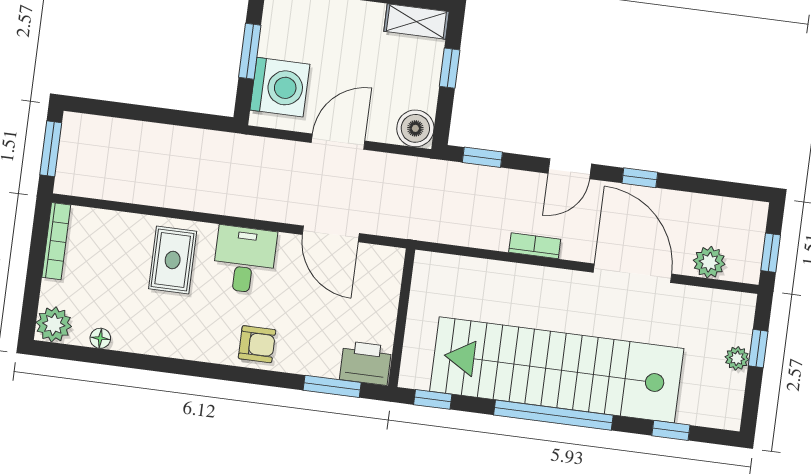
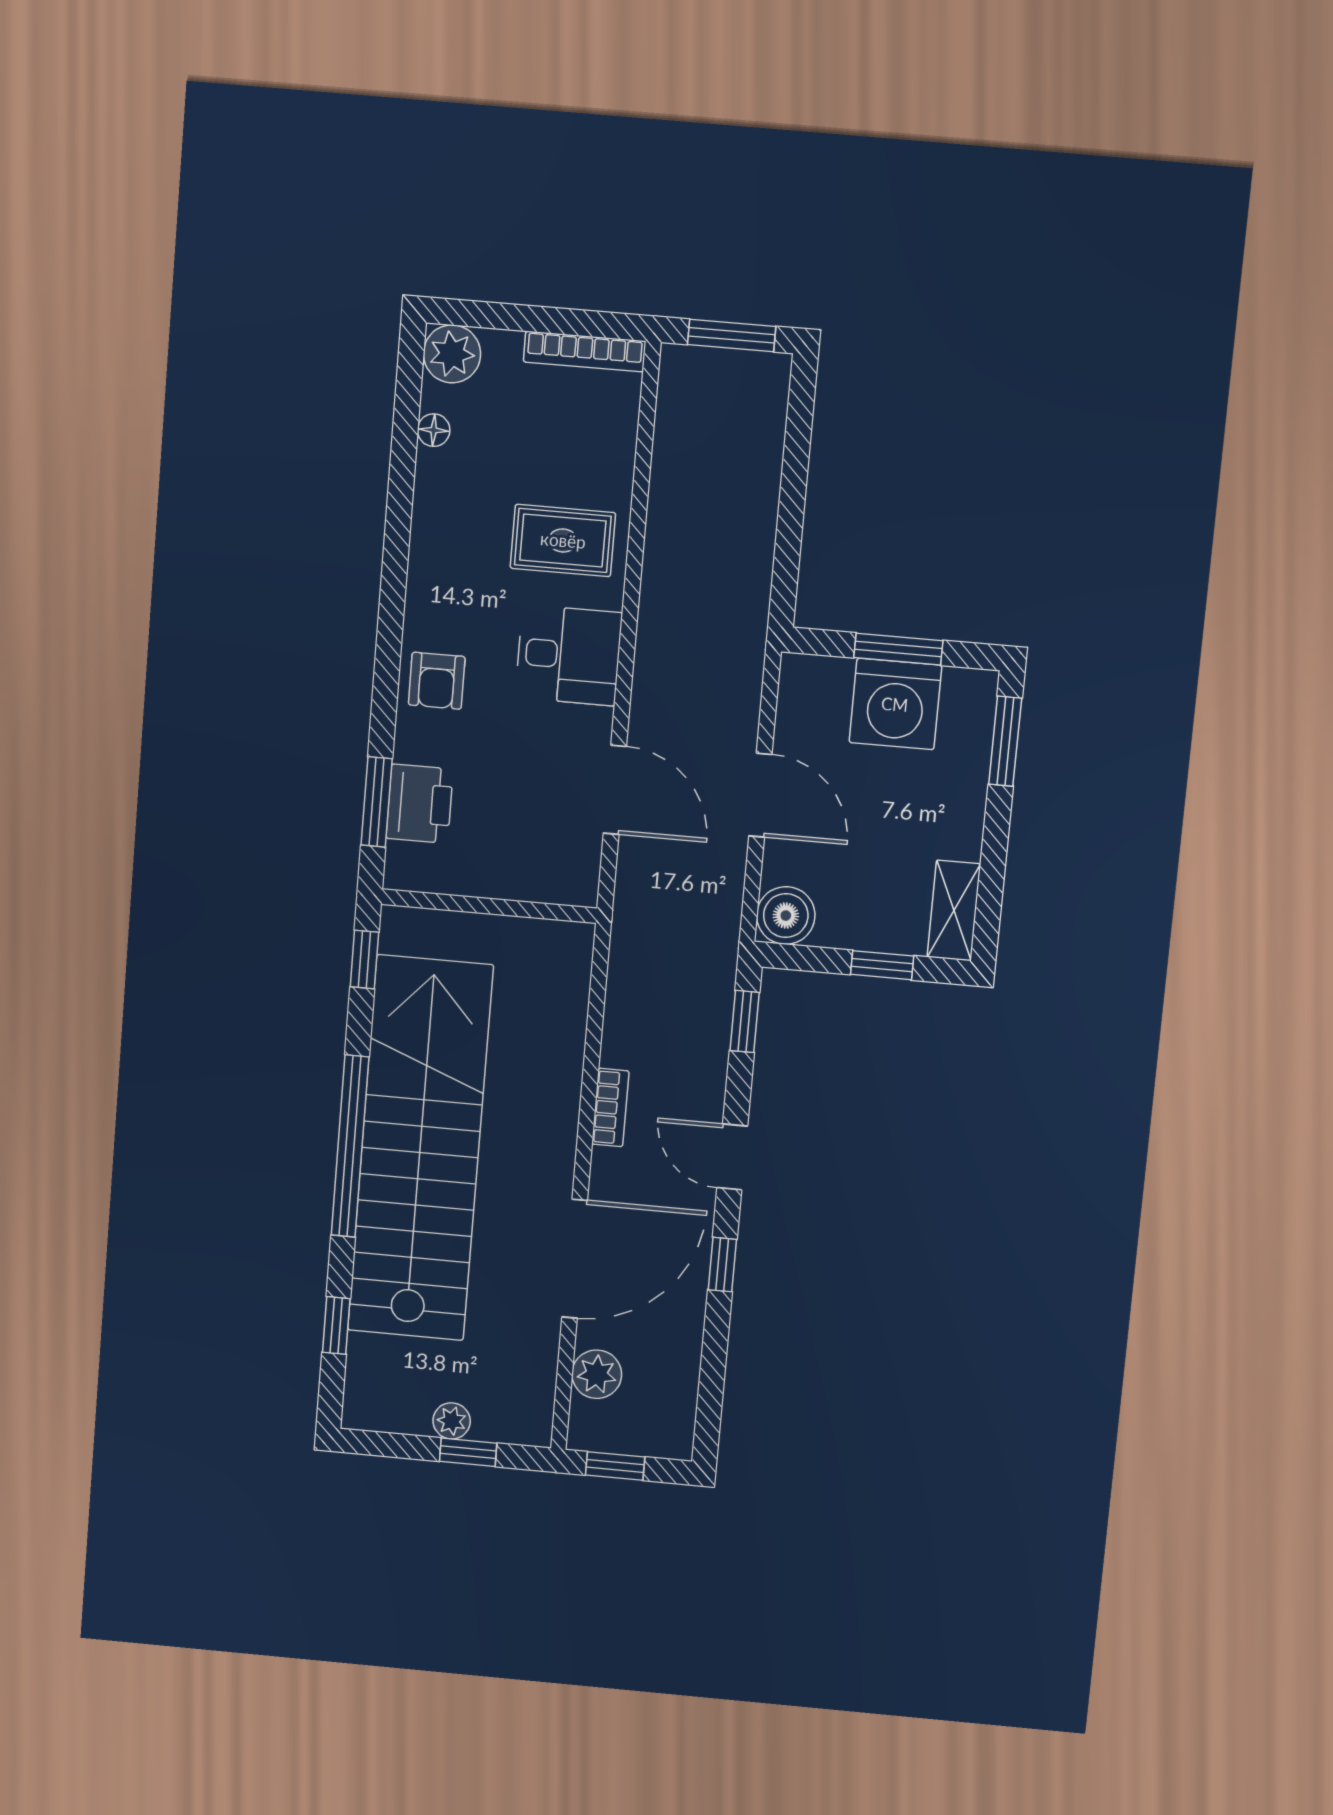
washing machine: (280, 87) -> (895, 704), moved
door: (331, 234) -> (615, 790), swing flipped
printer: (366, 363) -> (420, 804), moved

